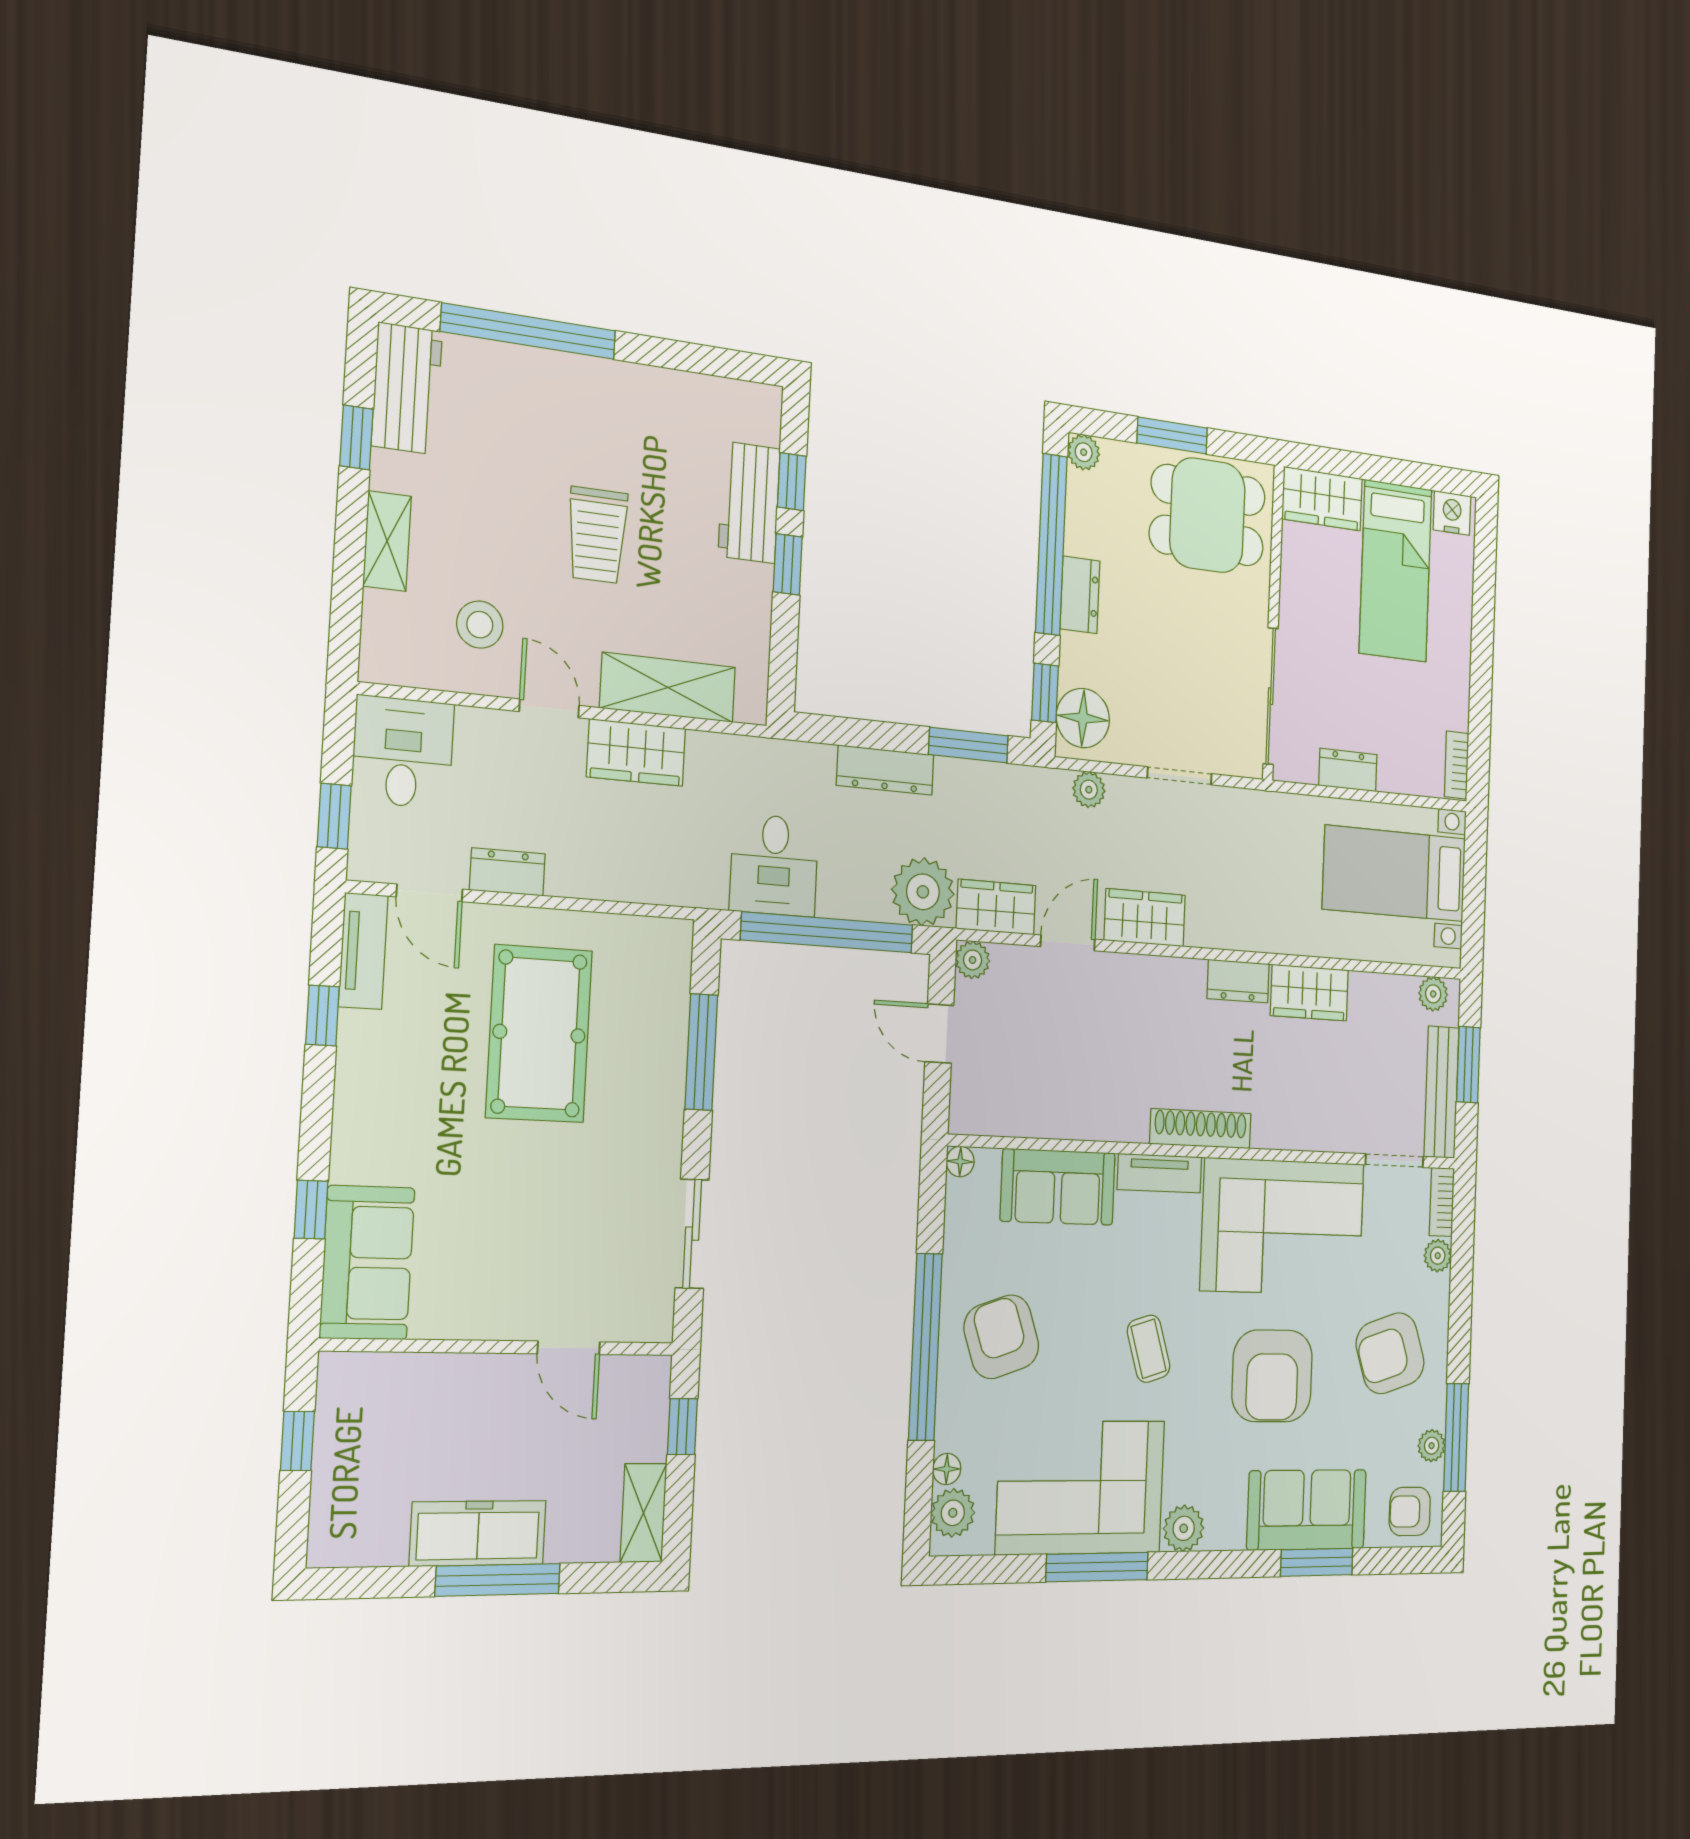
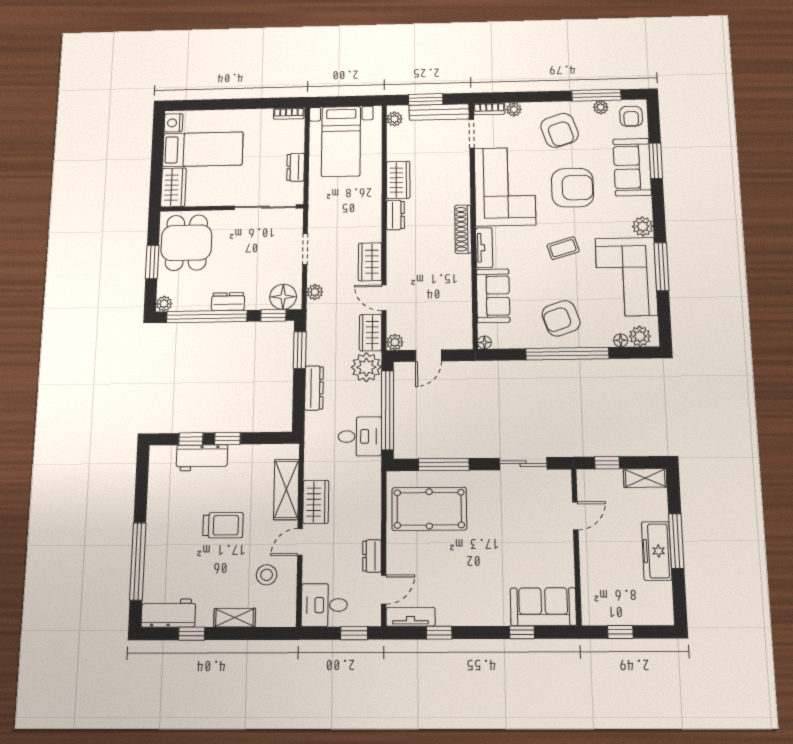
pool table: (539, 1034) -> (429, 509), moved

